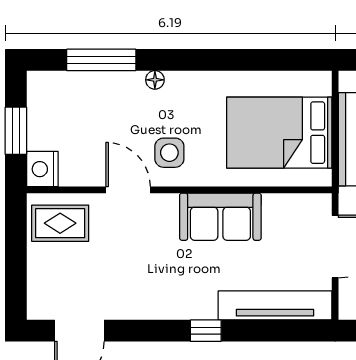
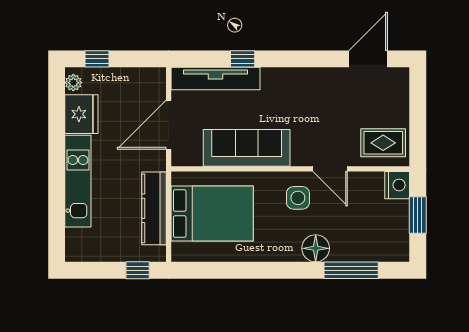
floor lamp: (155, 80) -> (316, 248), width x1.89, depth x1.89
sofa: (220, 217) -> (247, 148), width x1.36
window: (206, 331) -> (243, 59), moved

